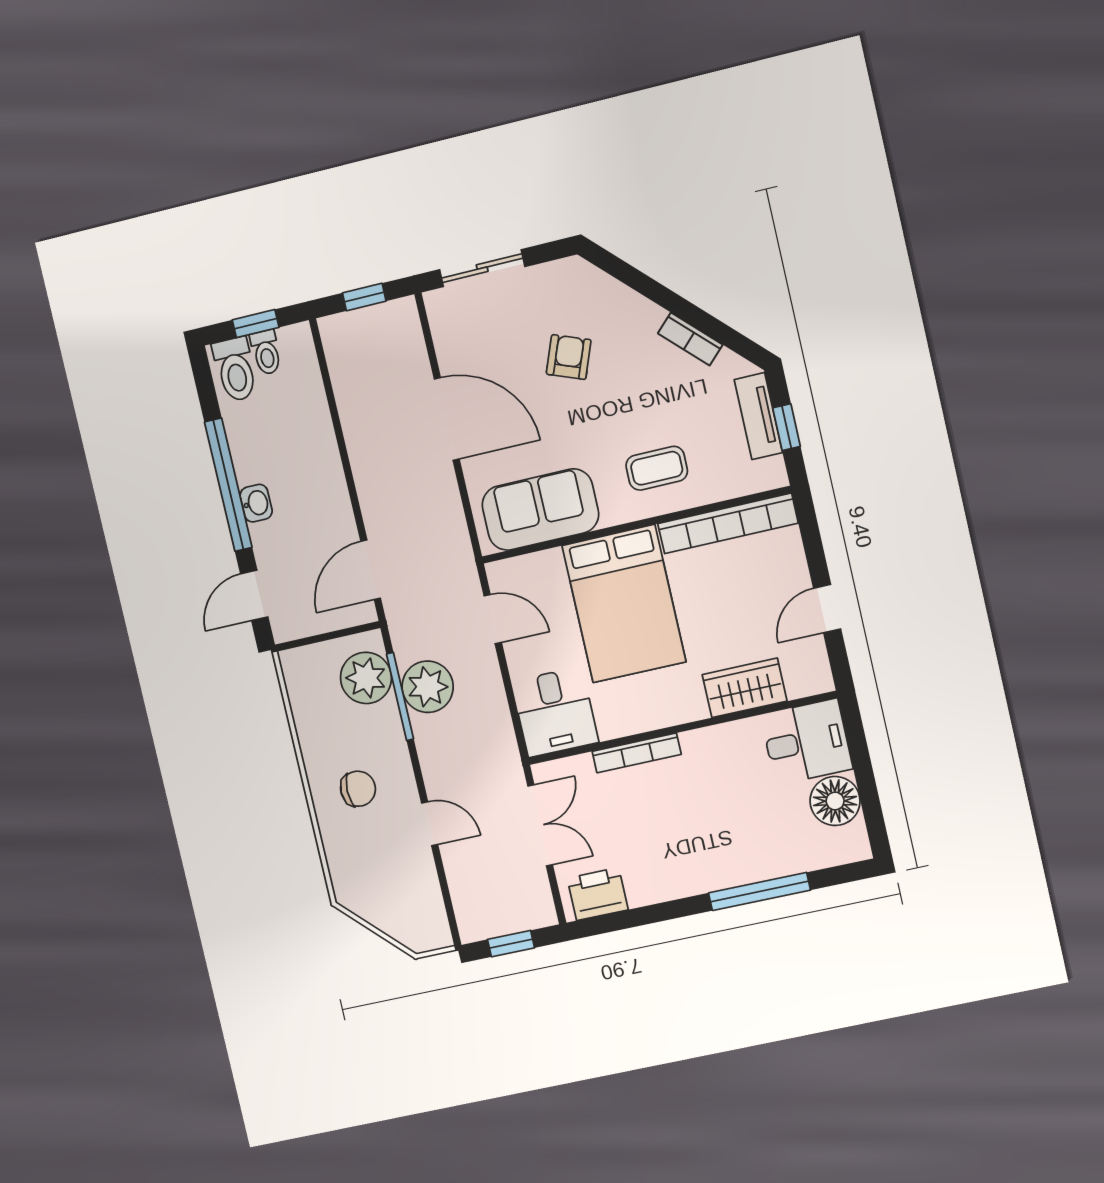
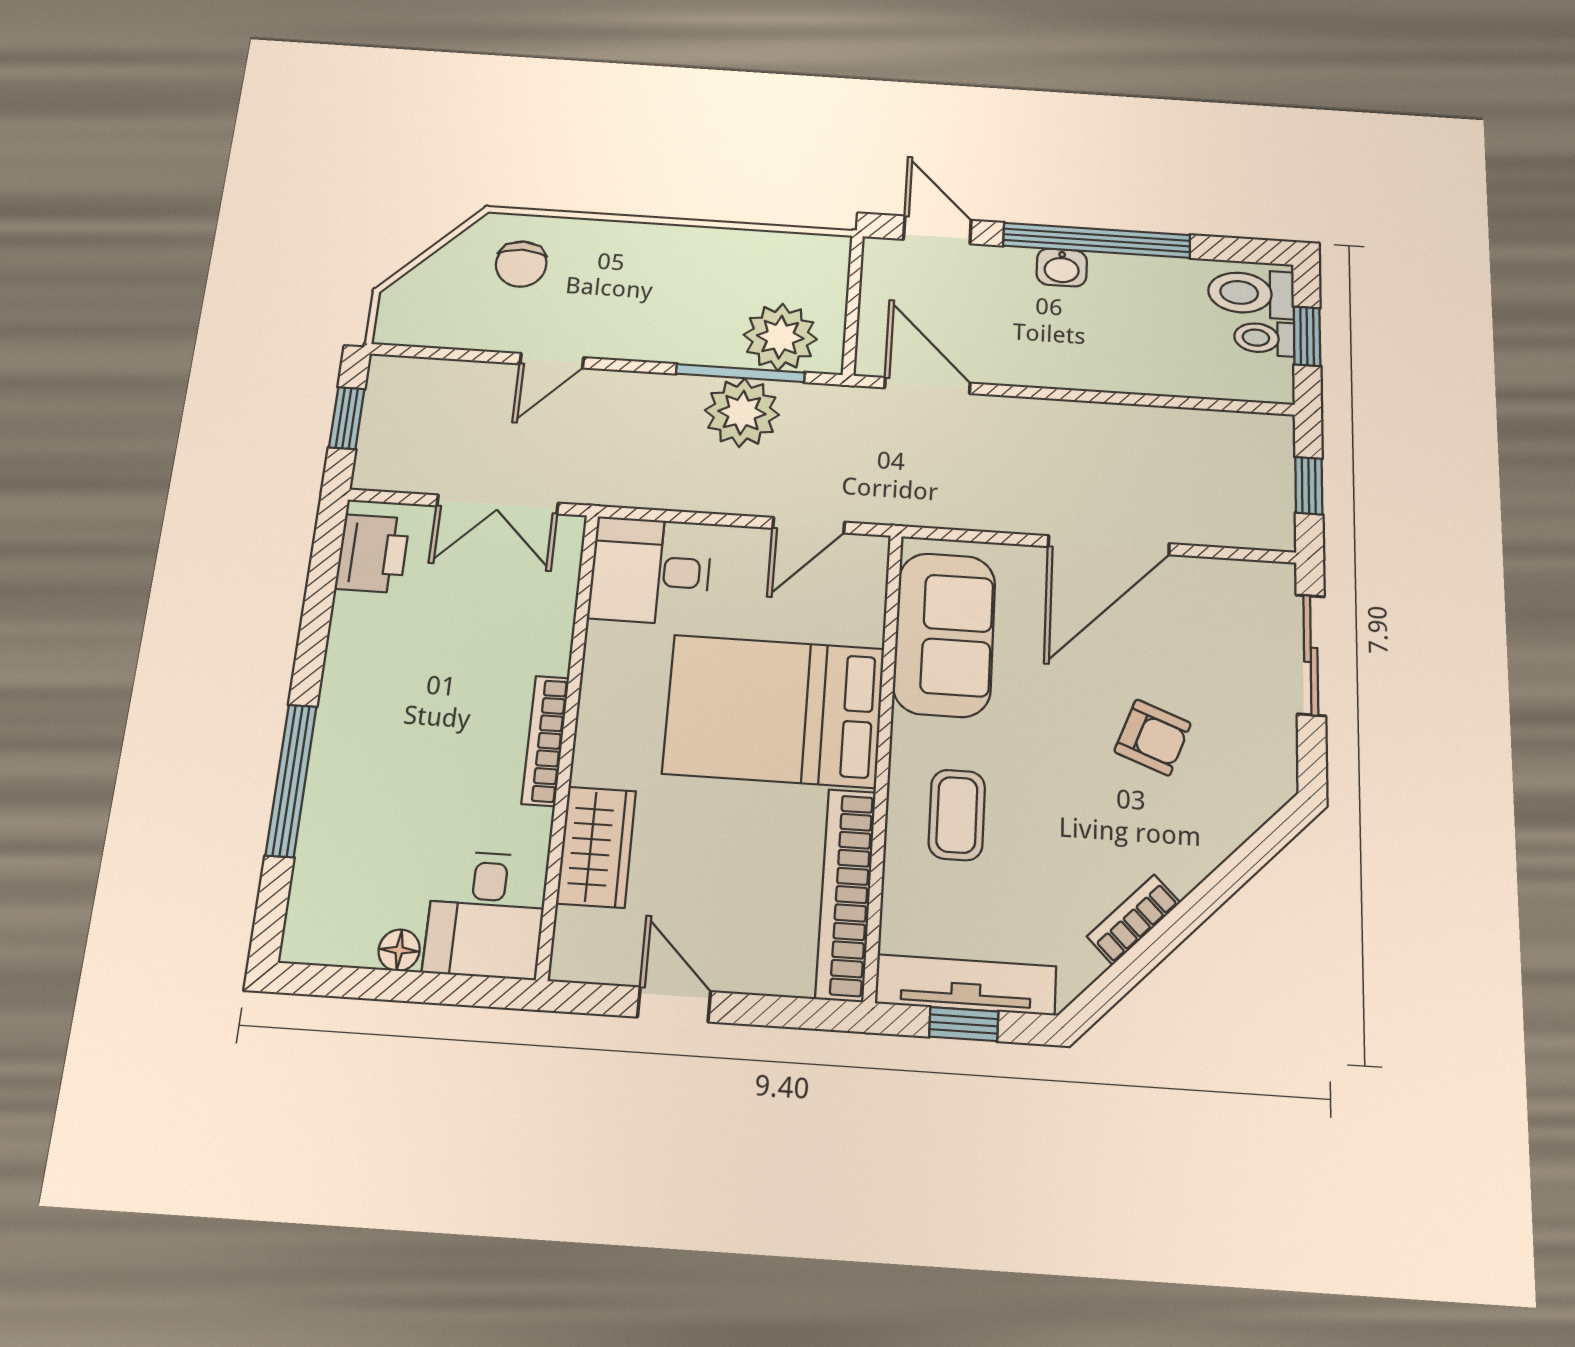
tv unit: (758, 416) -> (966, 985), width x1.41
bookcase: (637, 753) -> (545, 741), moved
chair: (358, 789) -> (521, 264), moved
floor lamp: (835, 801) -> (399, 950), width x0.53, depth x0.53

